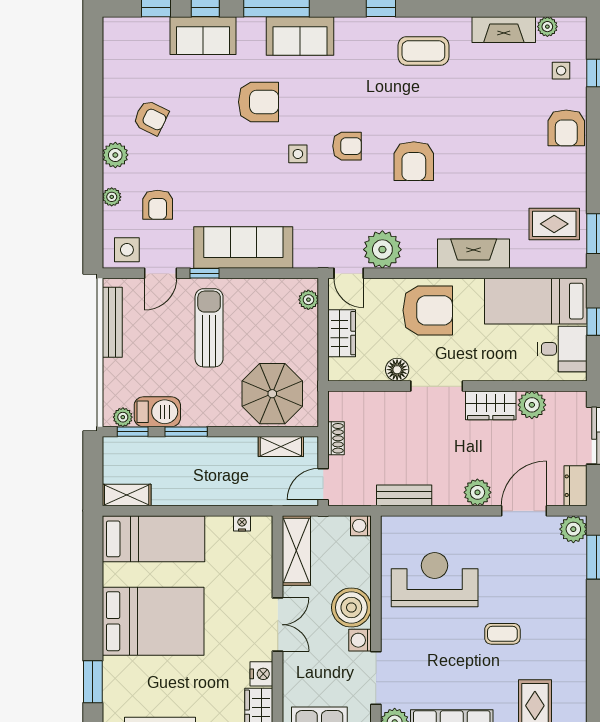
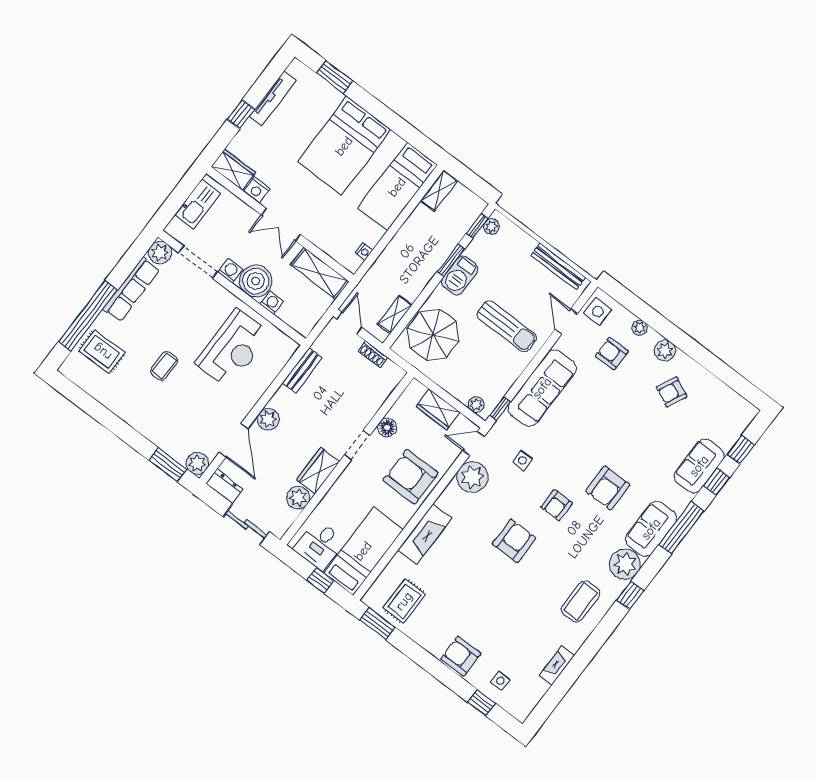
plant: (547, 27) -> (625, 564), moved, width x1.88, depth x1.88
fireplace: (504, 30) -> (557, 665), width x0.73, depth x0.76
armchair: (258, 102) -> (608, 488), moved
side table: (298, 154) -> (522, 460), moved
armchair: (414, 161) -> (514, 541), turned 90
window: (204, 273) -> (500, 409), moved
armchair: (428, 310) -> (411, 477), turned 90
doorway: (437, 386) -> (357, 445), width x0.73
barbecue: (157, 412) -> (460, 276), moved
washing machine: (361, 526) -> (272, 303), moved

